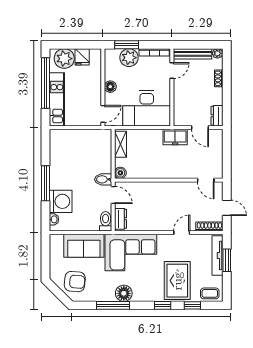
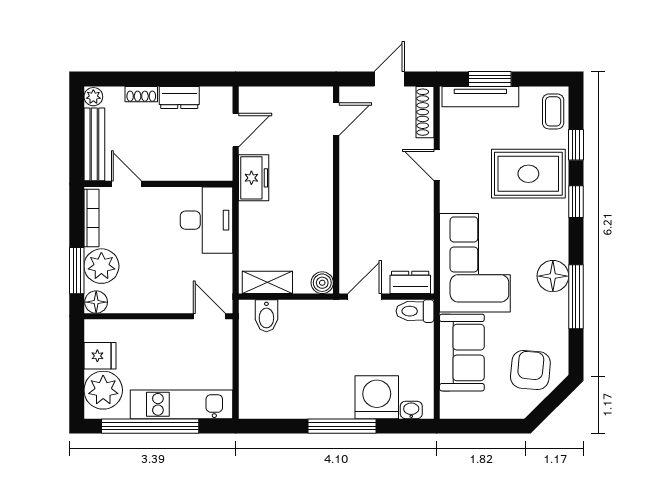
floor lamp: (110, 87) -> (96, 302), moved
desk: (147, 108) -> (207, 220), width x0.73, depth x0.77
dresser: (217, 116) -> (179, 97), moved
bidet: (103, 179) -> (266, 316), moved

